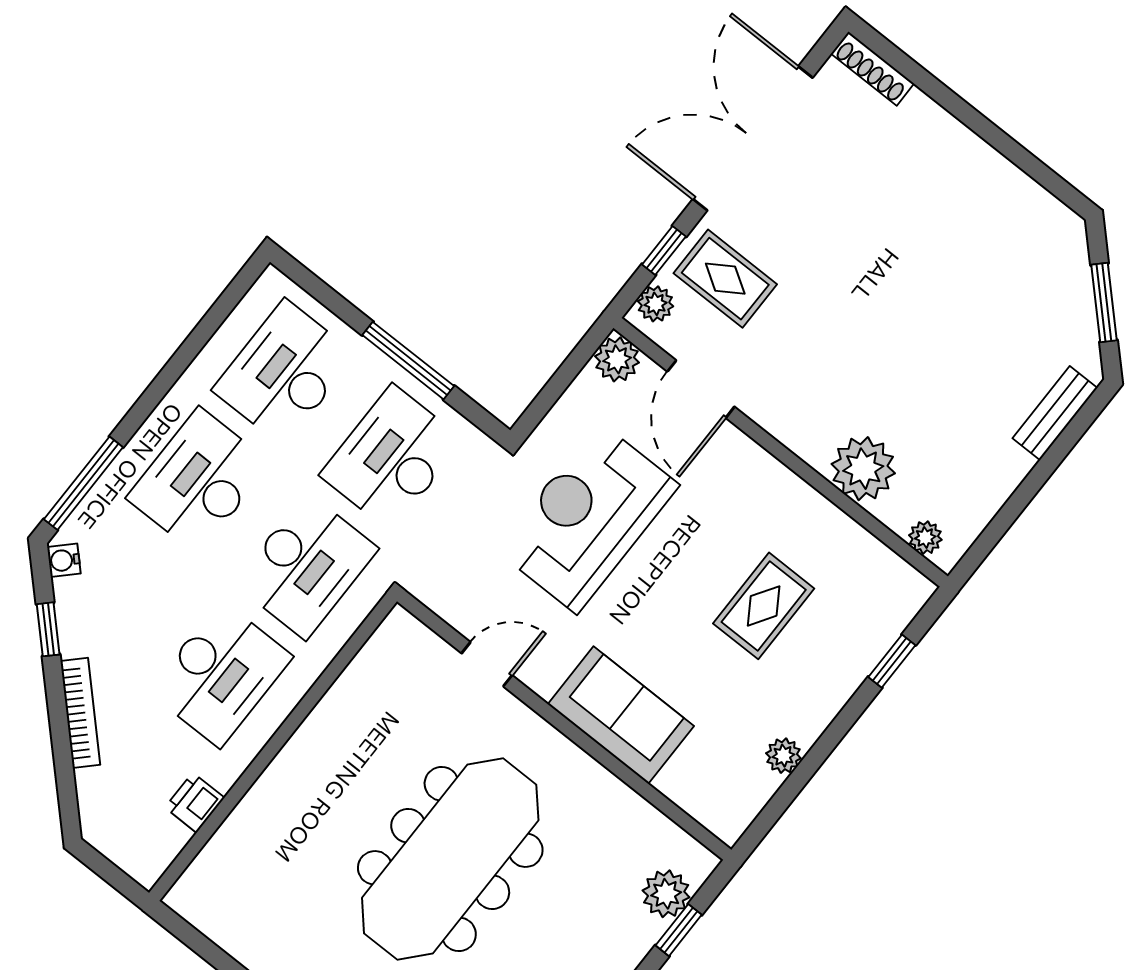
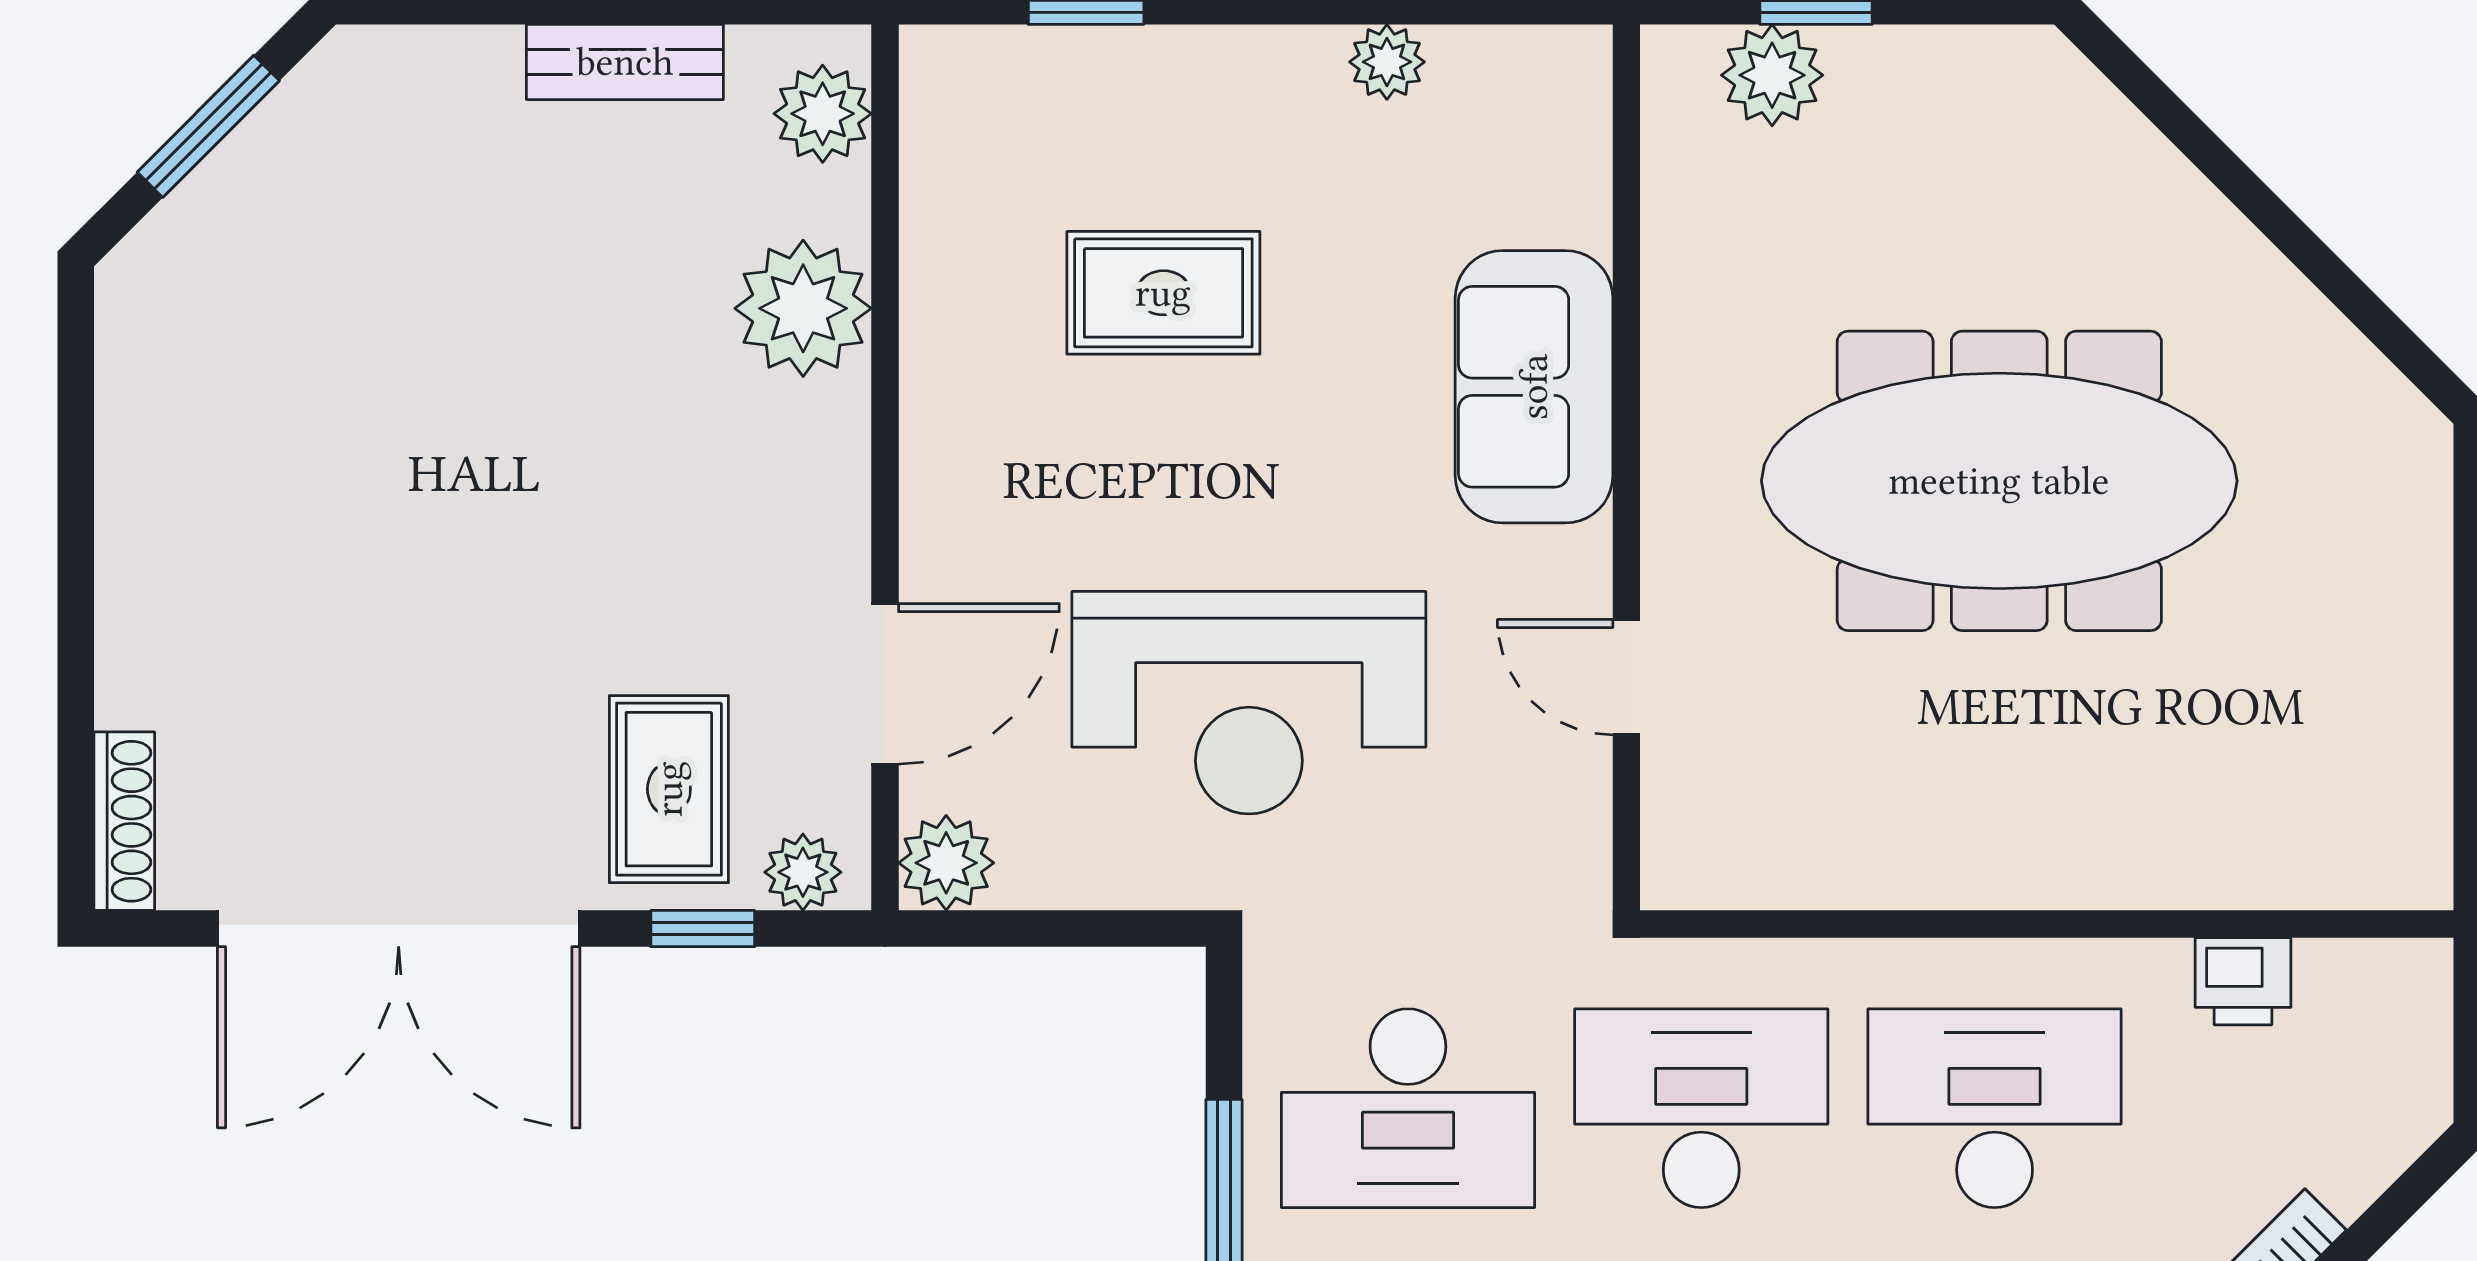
bench: (1055, 413) -> (625, 62), moved
plant: (925, 538) -> (823, 114), width x1.38, depth x1.38

